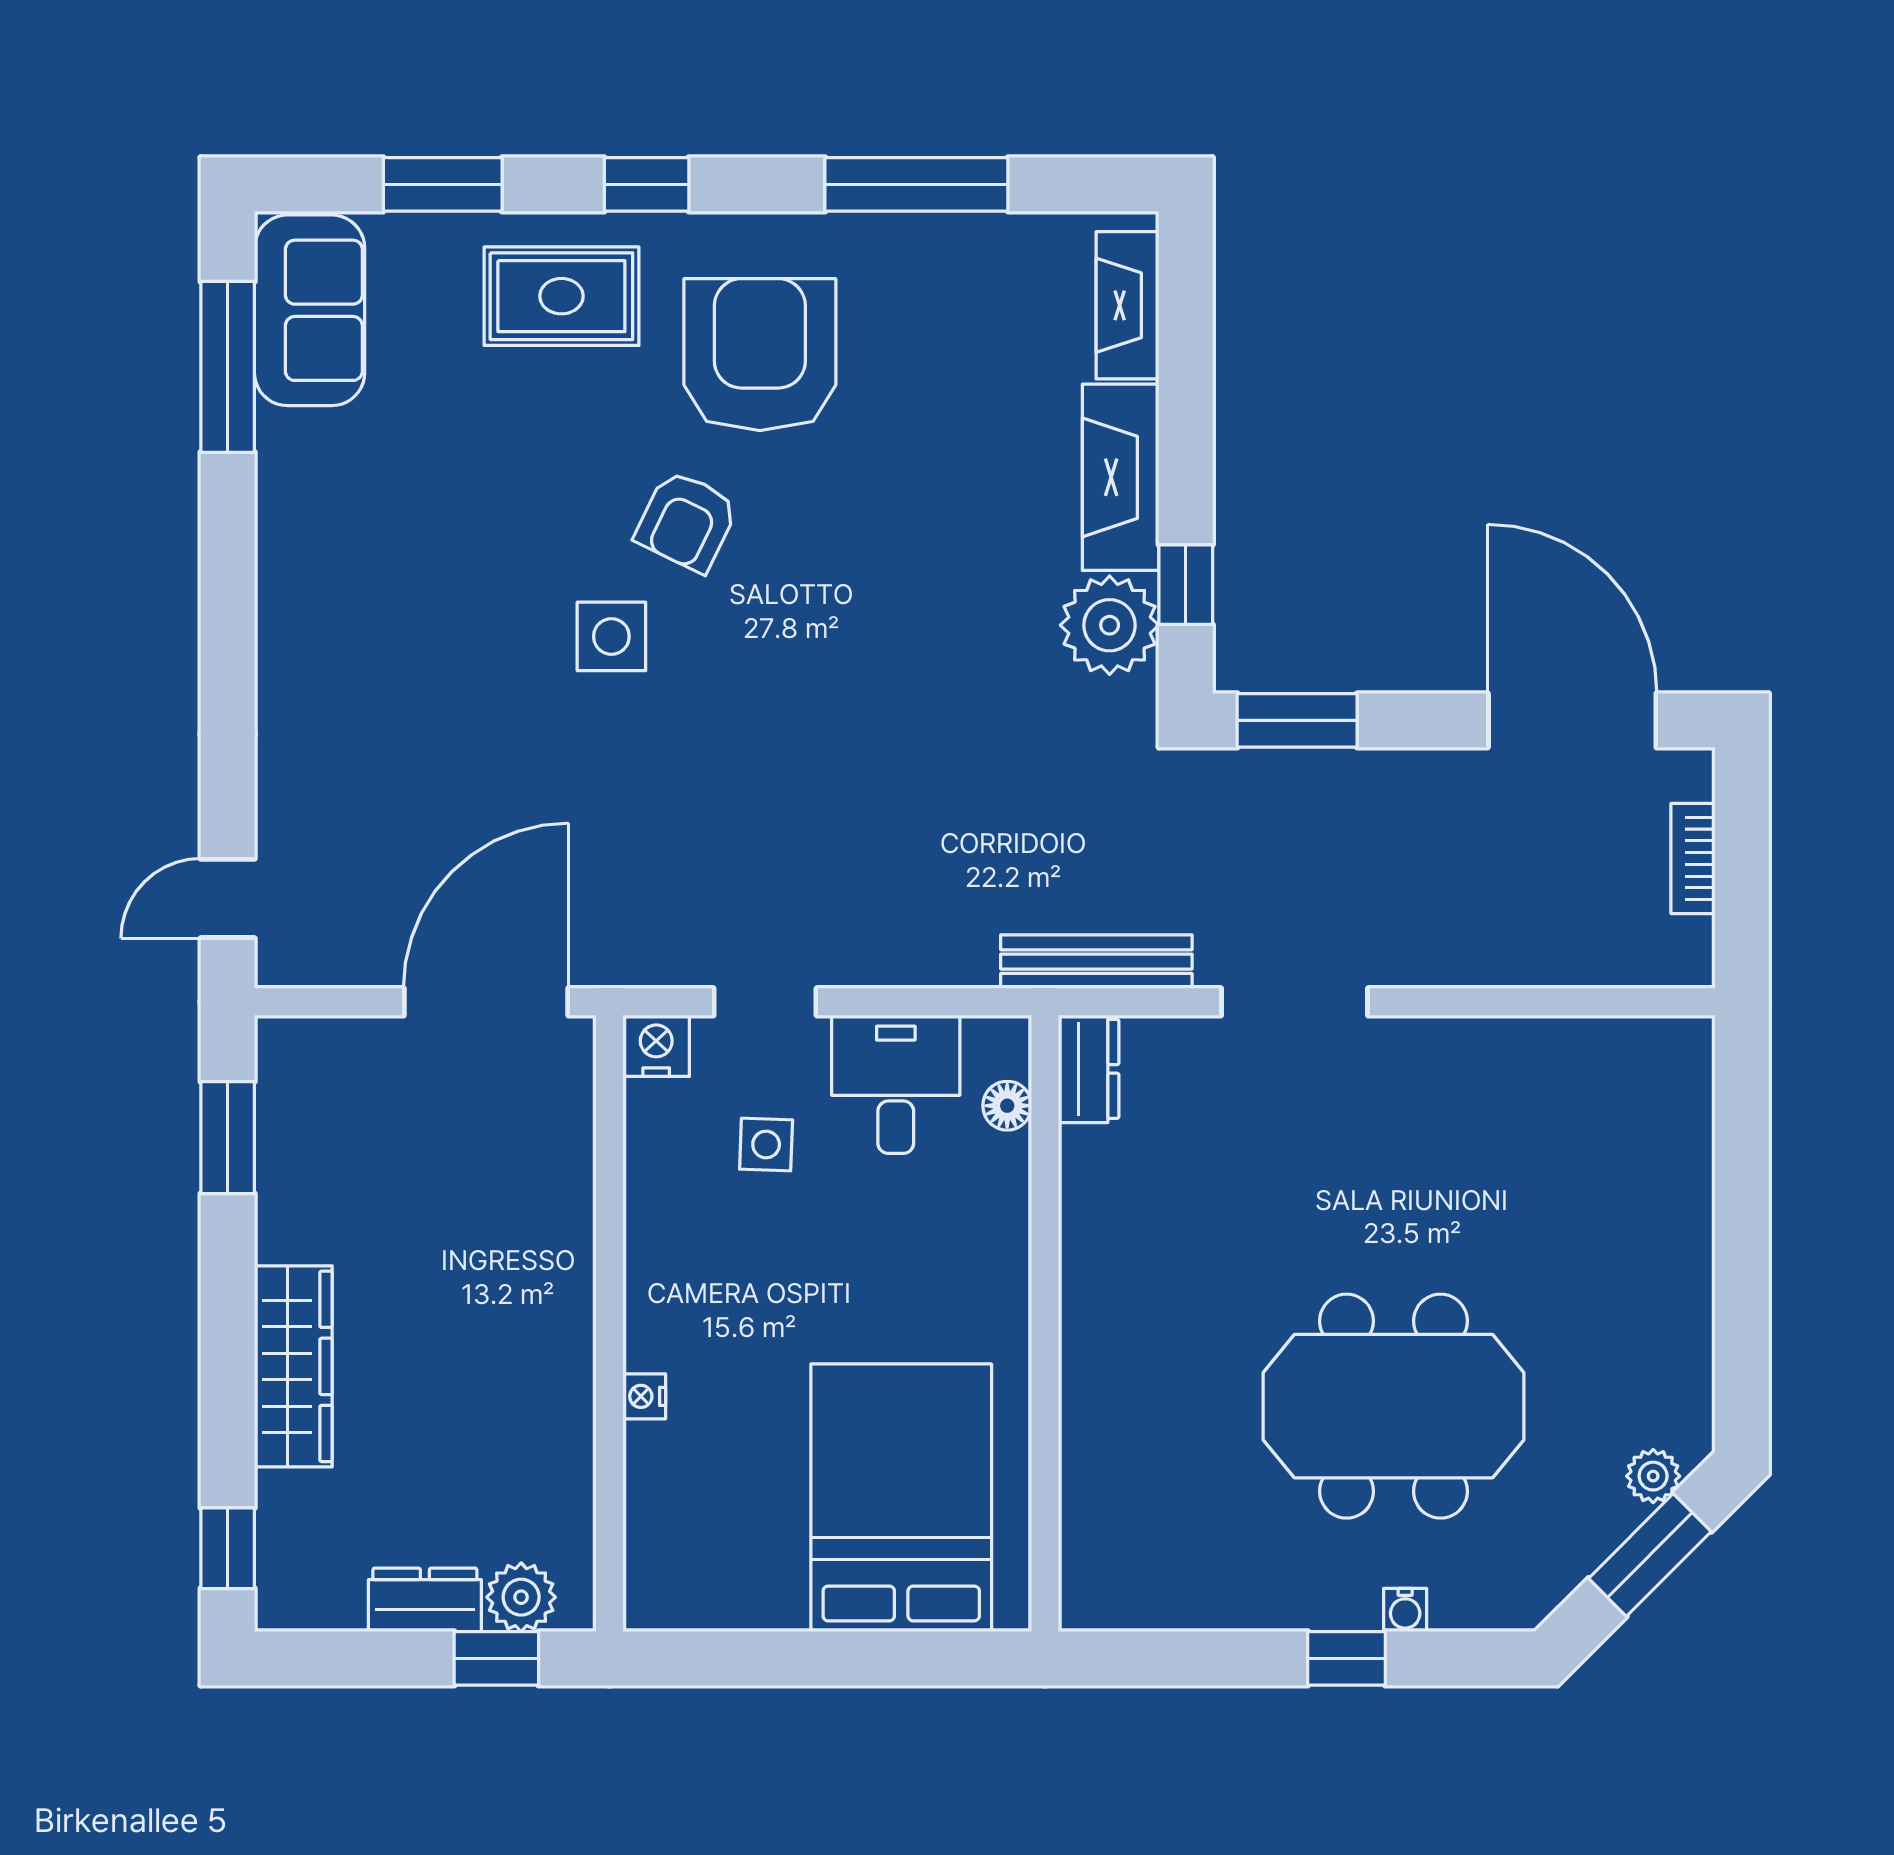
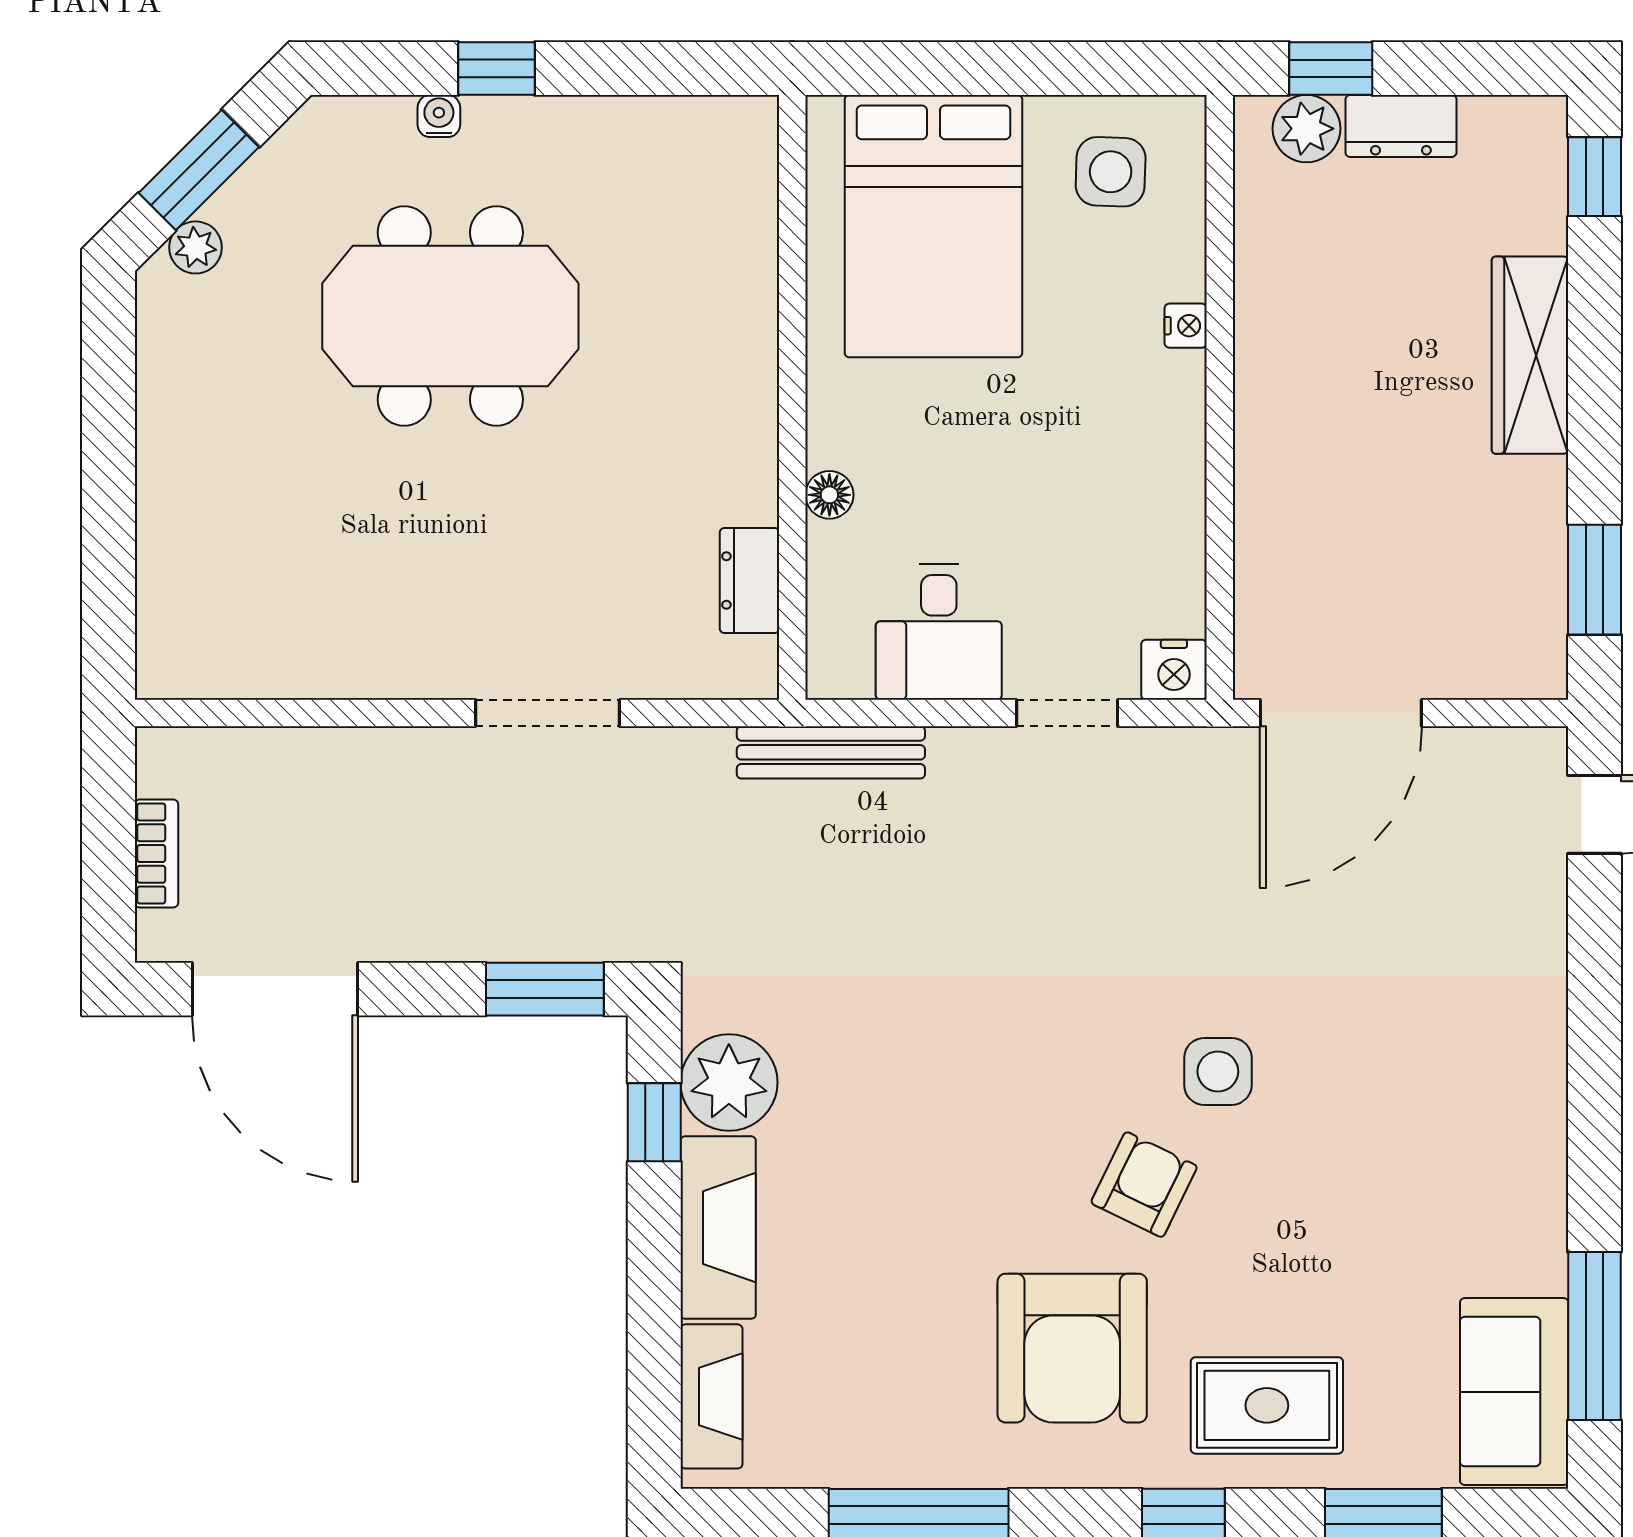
bench: (1096, 962) -> (831, 752), moved
dresser: (1089, 1069) -> (750, 580), moved
floor lamp: (1007, 1106) -> (829, 495), moved
side table: (766, 1145) -> (1111, 172), moved, width x1.37, depth x1.37

